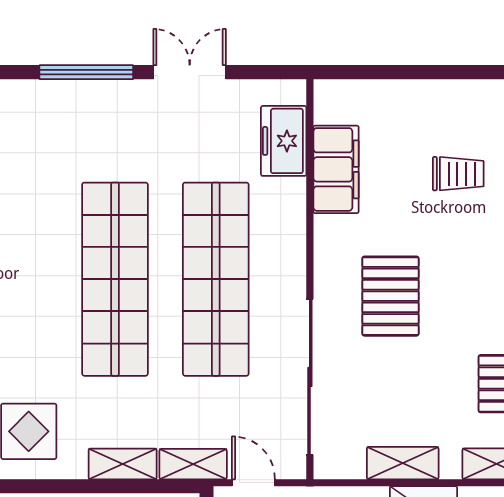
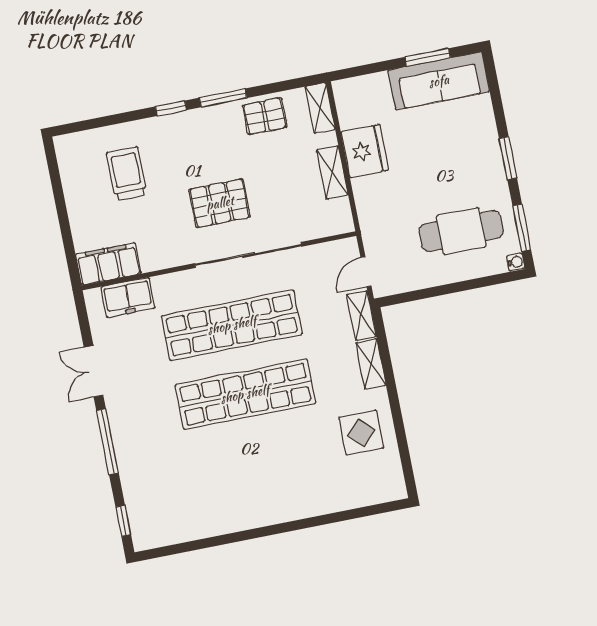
filing cabinet: (336, 169) -> (108, 264), moved
trolley: (458, 174) -> (127, 173), width x1.36, depth x1.39
sliding door: (310, 377) -> (248, 255), moved

